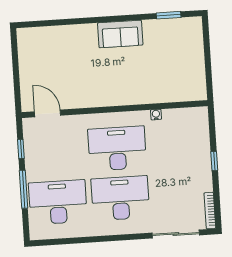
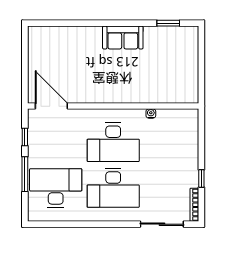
door: (48, 113) -> (51, 106), width x1.36
desk: (117, 148) -> (113, 142), turned 180
window: (214, 161) -> (201, 179), moved
desk: (120, 198) -> (113, 188), turned 180

